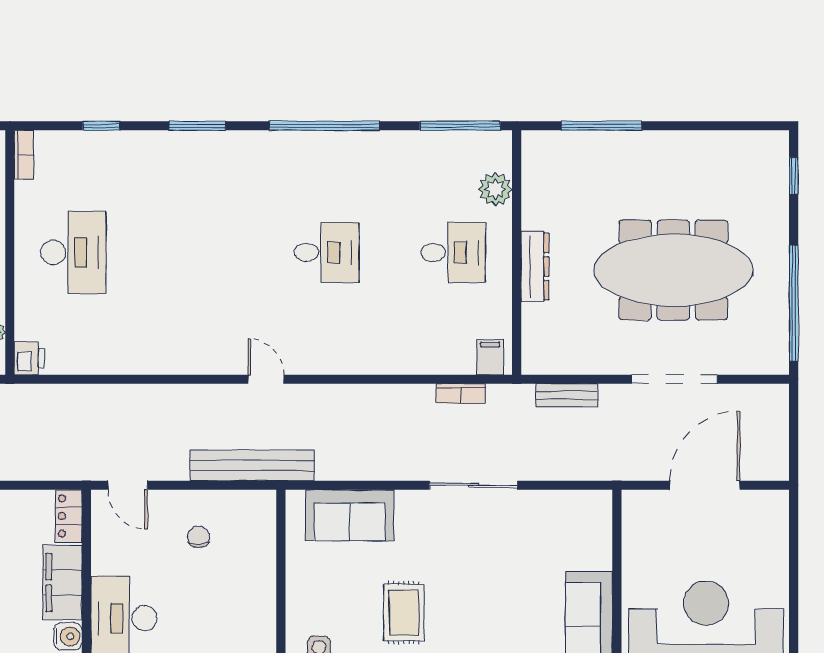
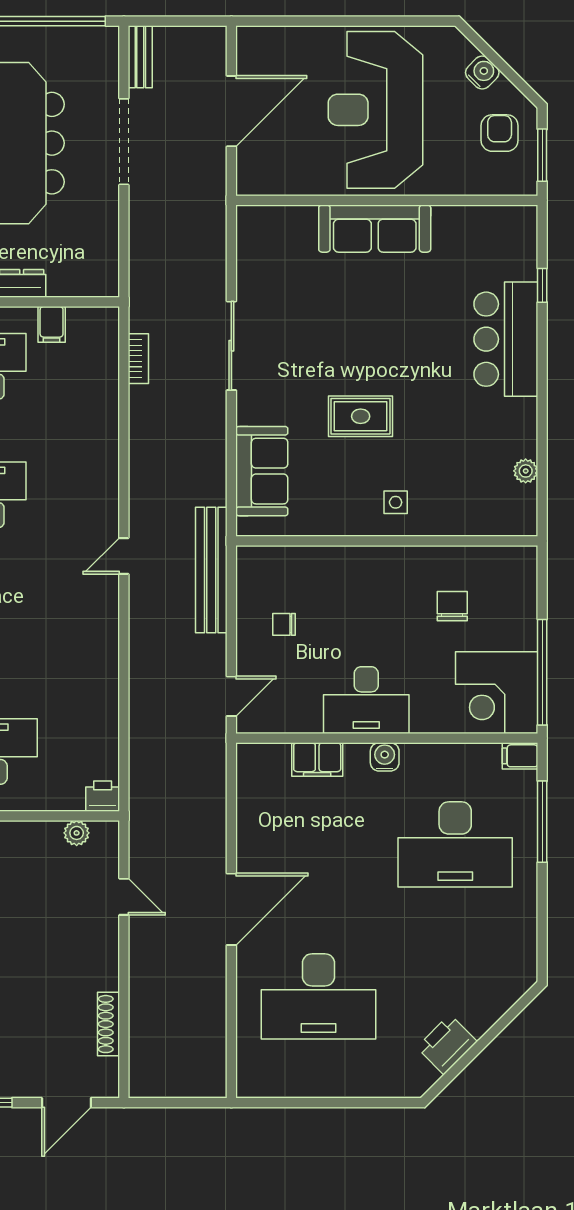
filing cabinet: (490, 357) -> (52, 324), moved, turned -90
bench: (567, 395) -> (140, 57), moved
door: (705, 485) -> (231, 111), swing flipped
locker: (69, 516) -> (263, 756), removed
filing cabinet: (62, 582) -> (317, 760), width x0.67, depth x0.86

